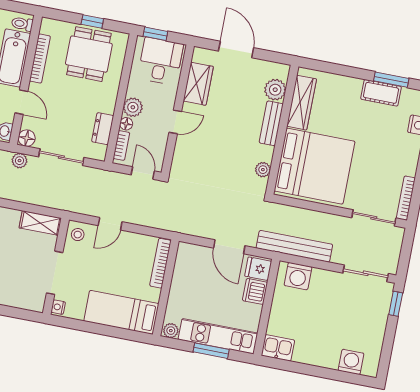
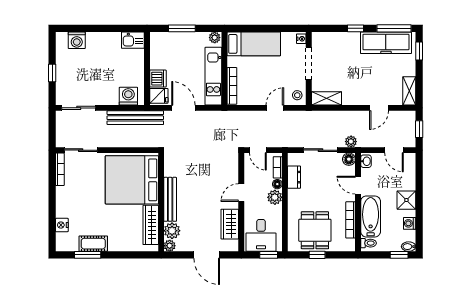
bench: (271, 123) -> (170, 199), width x1.36
plant: (263, 170) -> (170, 246), moved
window: (396, 304) -> (52, 73), moved
kitchen unit: (218, 336) -> (213, 76), moved, turned 90

